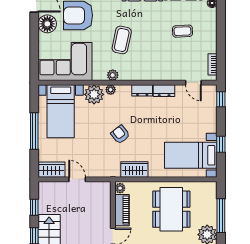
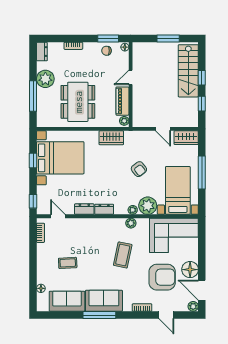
armchair: (120, 134) -> (139, 169), moved
bed with nightstands: (191, 155) -> (60, 158), width x1.36

